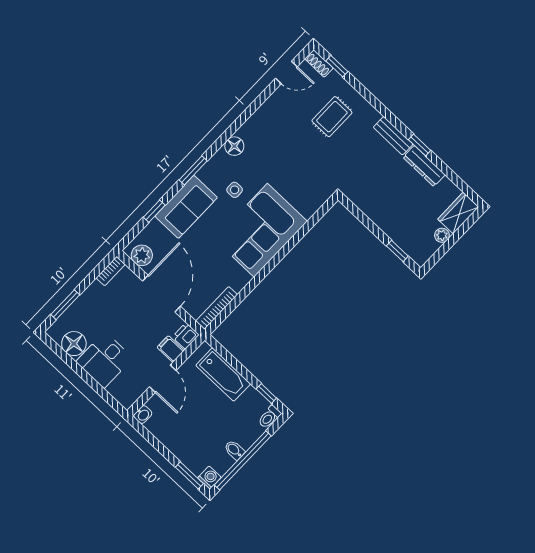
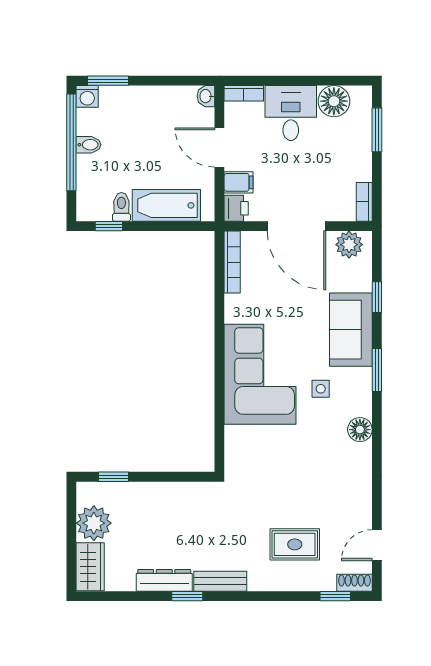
rug: (332, 117) -> (295, 544), turned 90
plant: (442, 235) -> (94, 523), width x1.88, depth x1.88
bookcase: (120, 396) -> (244, 93), added
toilet: (269, 417) -> (121, 207), moved

